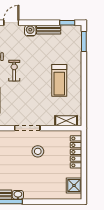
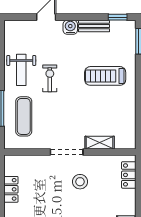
treadmill: (59, 80) -> (105, 76), moved, turned 90
shelving: (66, 121) -> (100, 143), moved
locker: (76, 152) -> (129, 175), width x0.66

